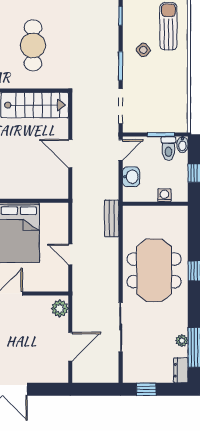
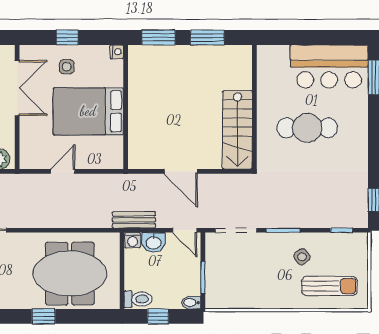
toilet: (168, 148) -> (138, 299), moved, turned 180
door: (70, 154) -> (181, 171), swing flipped
washing machine: (164, 195) -> (133, 240), moved, turned 90
bench: (112, 218) -> (134, 220), moved
meeting table: (154, 270) -> (70, 274), moved

